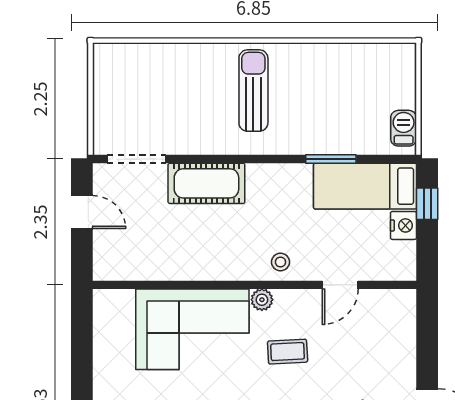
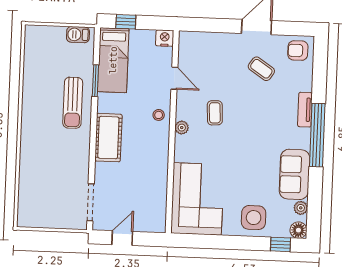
sun lounger: (253, 91) -> (73, 103), moved, turned -90
cot: (206, 183) -> (108, 138), moved
nightstand: (403, 225) -> (165, 38), moved
corner sofa: (192, 329) -> (197, 199), moved

